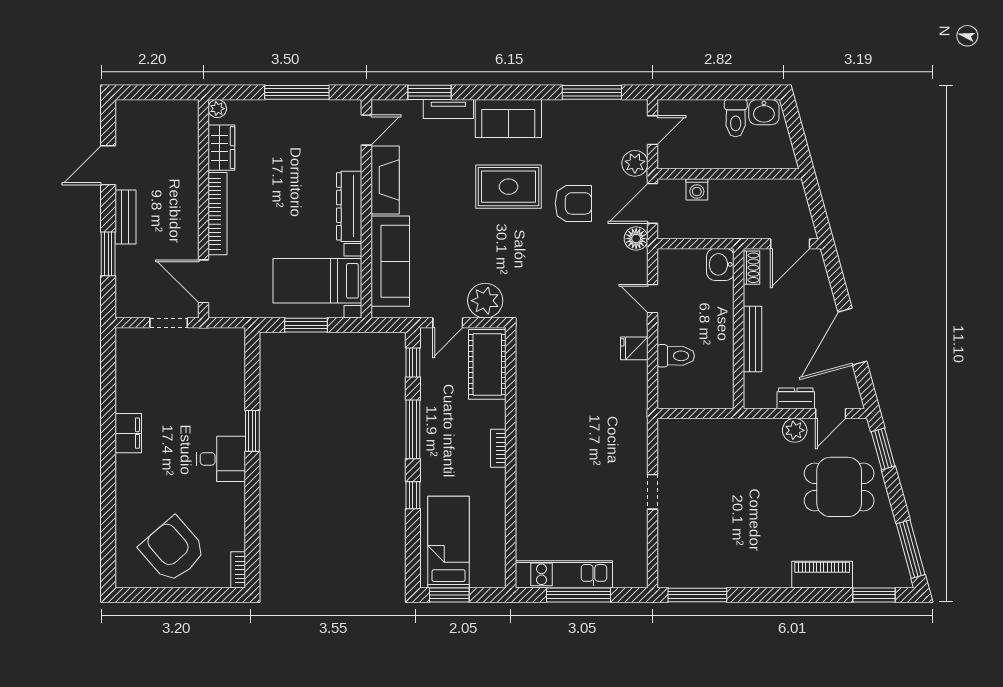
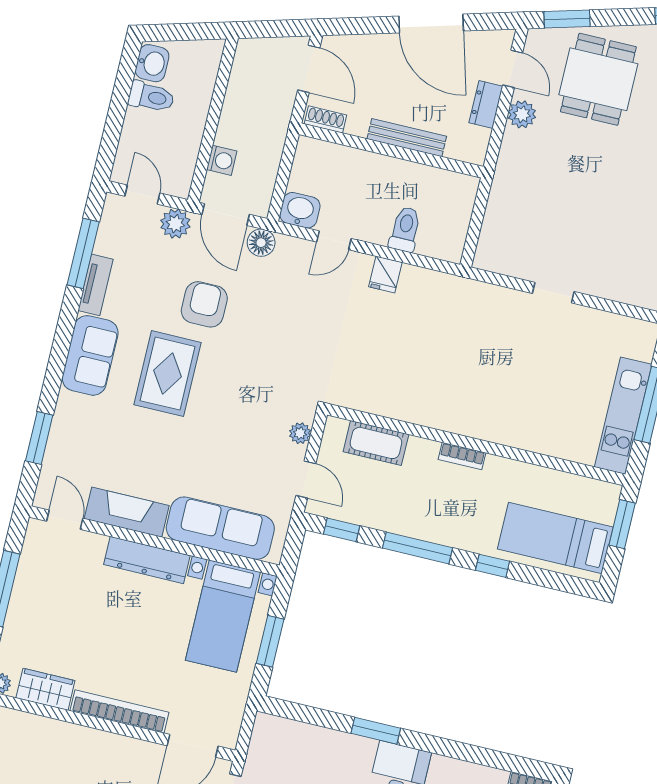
tv unit: (448, 109) -> (95, 285), moved
washbasin: (720, 264) -> (300, 210), moved, turned 180
plant: (485, 301) -> (300, 433), width x0.53, depth x0.53
cot: (487, 364) -> (376, 443), width x0.73, depth x0.75
window: (449, 595) -> (622, 524), moved

